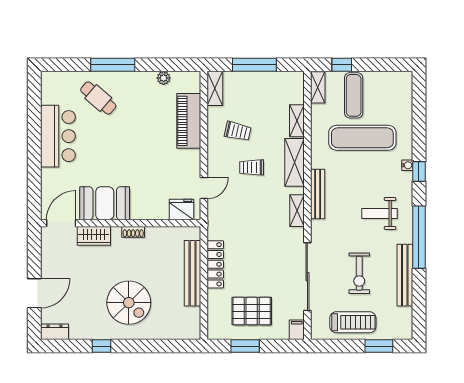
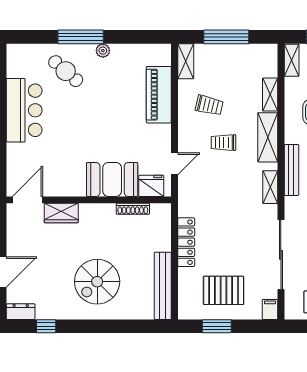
plant: (164, 78) -> (103, 51), moved
booth: (105, 203) -> (112, 179), moved
shoe rack: (133, 232) -> (133, 209), moved, width x1.43
bench: (193, 273) -> (163, 286), moved
spiral stairs: (129, 303) -> (97, 282), turned 90
window: (102, 346) -> (46, 326), moved

